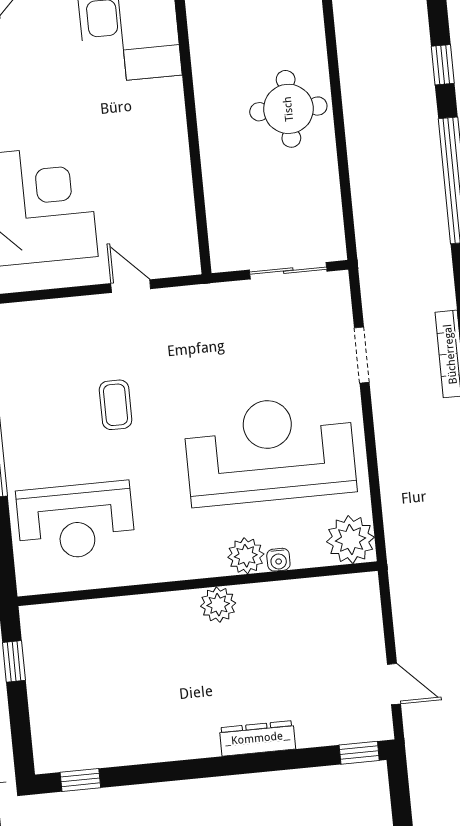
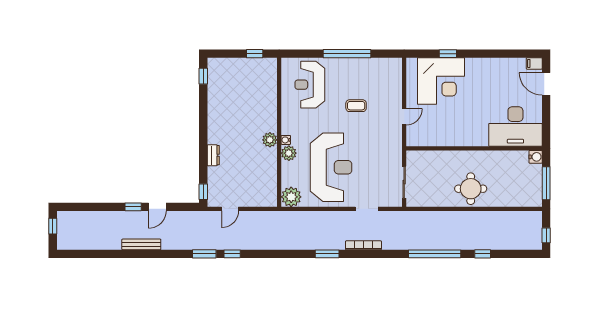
water cooler: (278, 560) -> (286, 140), moved
dresser: (257, 738) -> (213, 155), width x0.70

